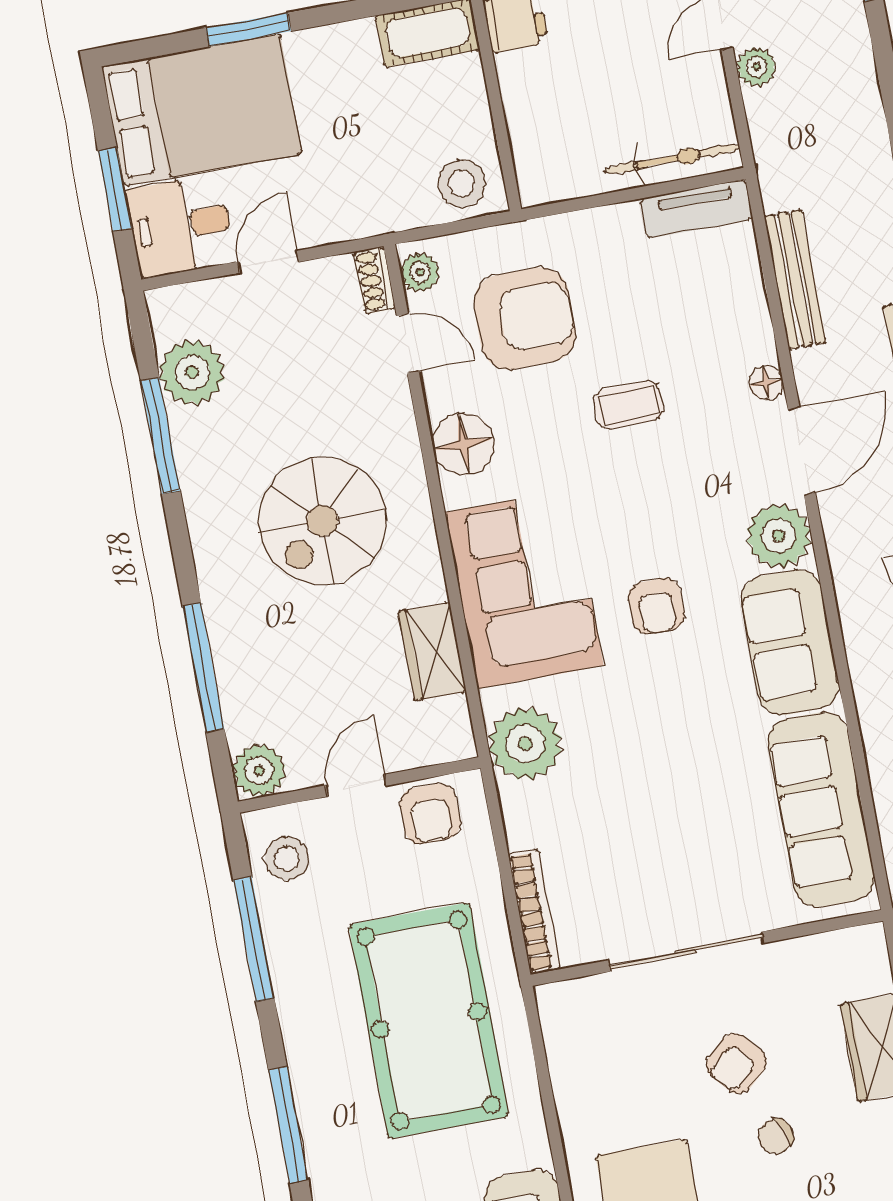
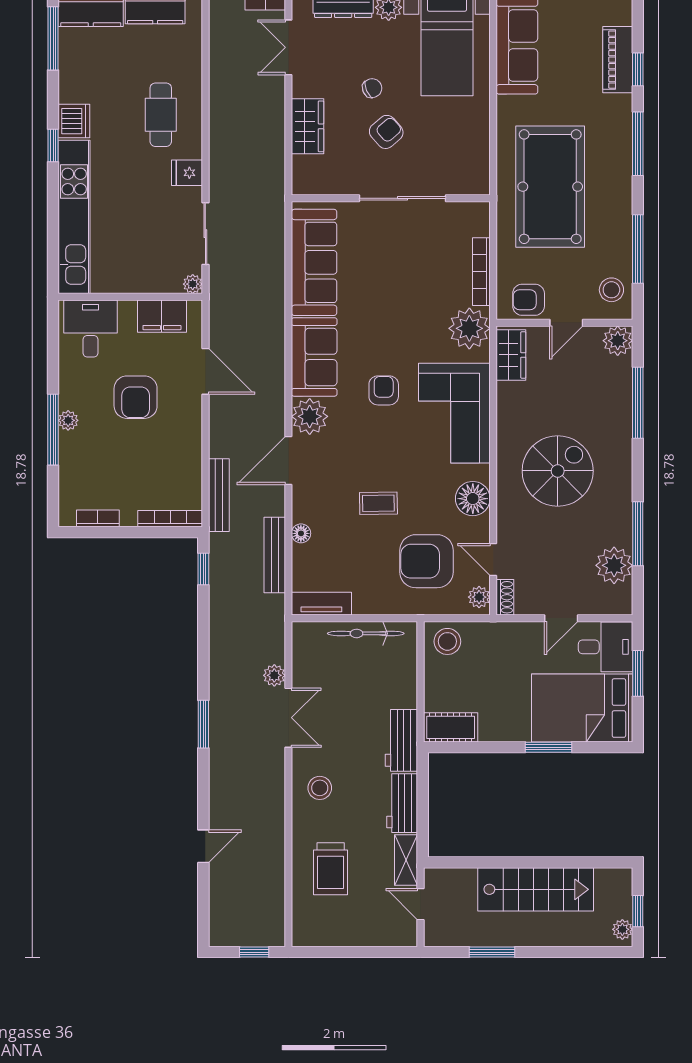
bicycle: (672, 159) -> (366, 633), moved
floor lamp: (766, 383) -> (301, 533), moved
wardrobe: (432, 651) -> (511, 355), moved
armchair: (430, 814) -> (529, 300), turned -90
bookcase: (535, 911) -> (481, 272), moved

